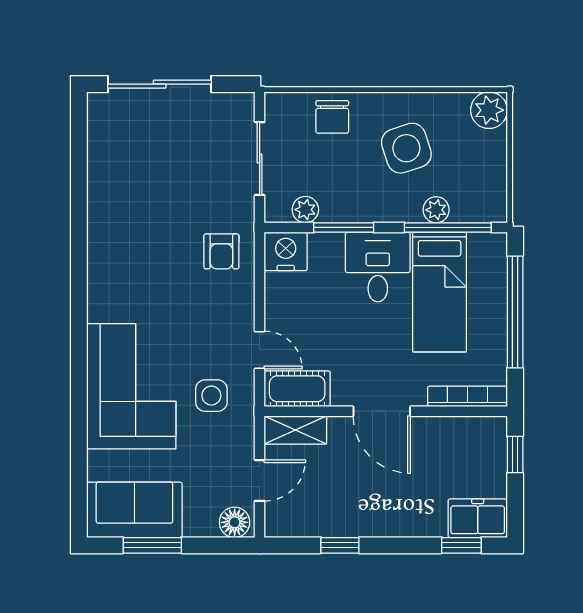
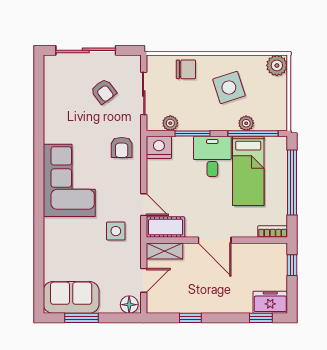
chair: (332, 117) -> (186, 69), turned -90
armchair: (190, 155) -> (104, 91), added
corner sofa: (131, 386) -> (69, 180), moved
bookcase: (467, 396) -> (273, 232), width x0.64

